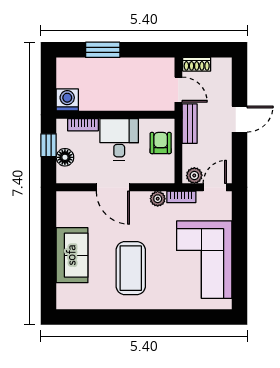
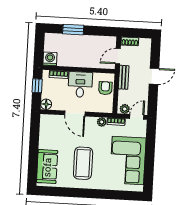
door: (178, 90) -> (118, 56), swing flipped
floor lamp: (65, 157) -> (46, 104), moved
sofa: (72, 255) -> (47, 167), moved

